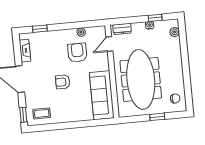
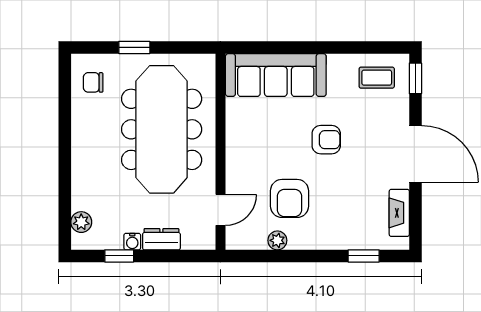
dresser: (122, 29) -> (161, 239), moved
sofa: (102, 95) -> (276, 75), moved, turned 90

